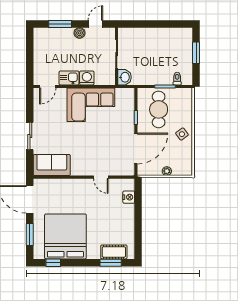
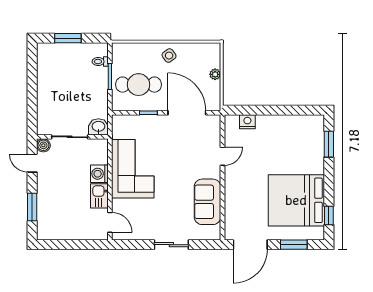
boiler: (80, 33) -> (43, 145), moved
sofa: (52, 165) -> (207, 202), moved
cot: (114, 252) -> (315, 140), removed

